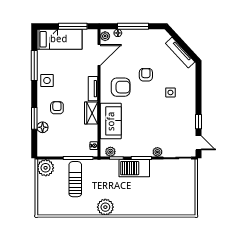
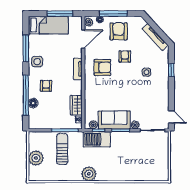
armchair: (139, 46) -> (119, 31), added
wardrobe: (91, 113) -> (76, 105), moved
window: (34, 118) -> (26, 95), width x2.11
sofa: (111, 121) -> (114, 120), moved, turned -90
window: (198, 122) -> (171, 70), moved
plant: (46, 168) -> (36, 158), moved
barbecue: (134, 168) -> (97, 139), moved

